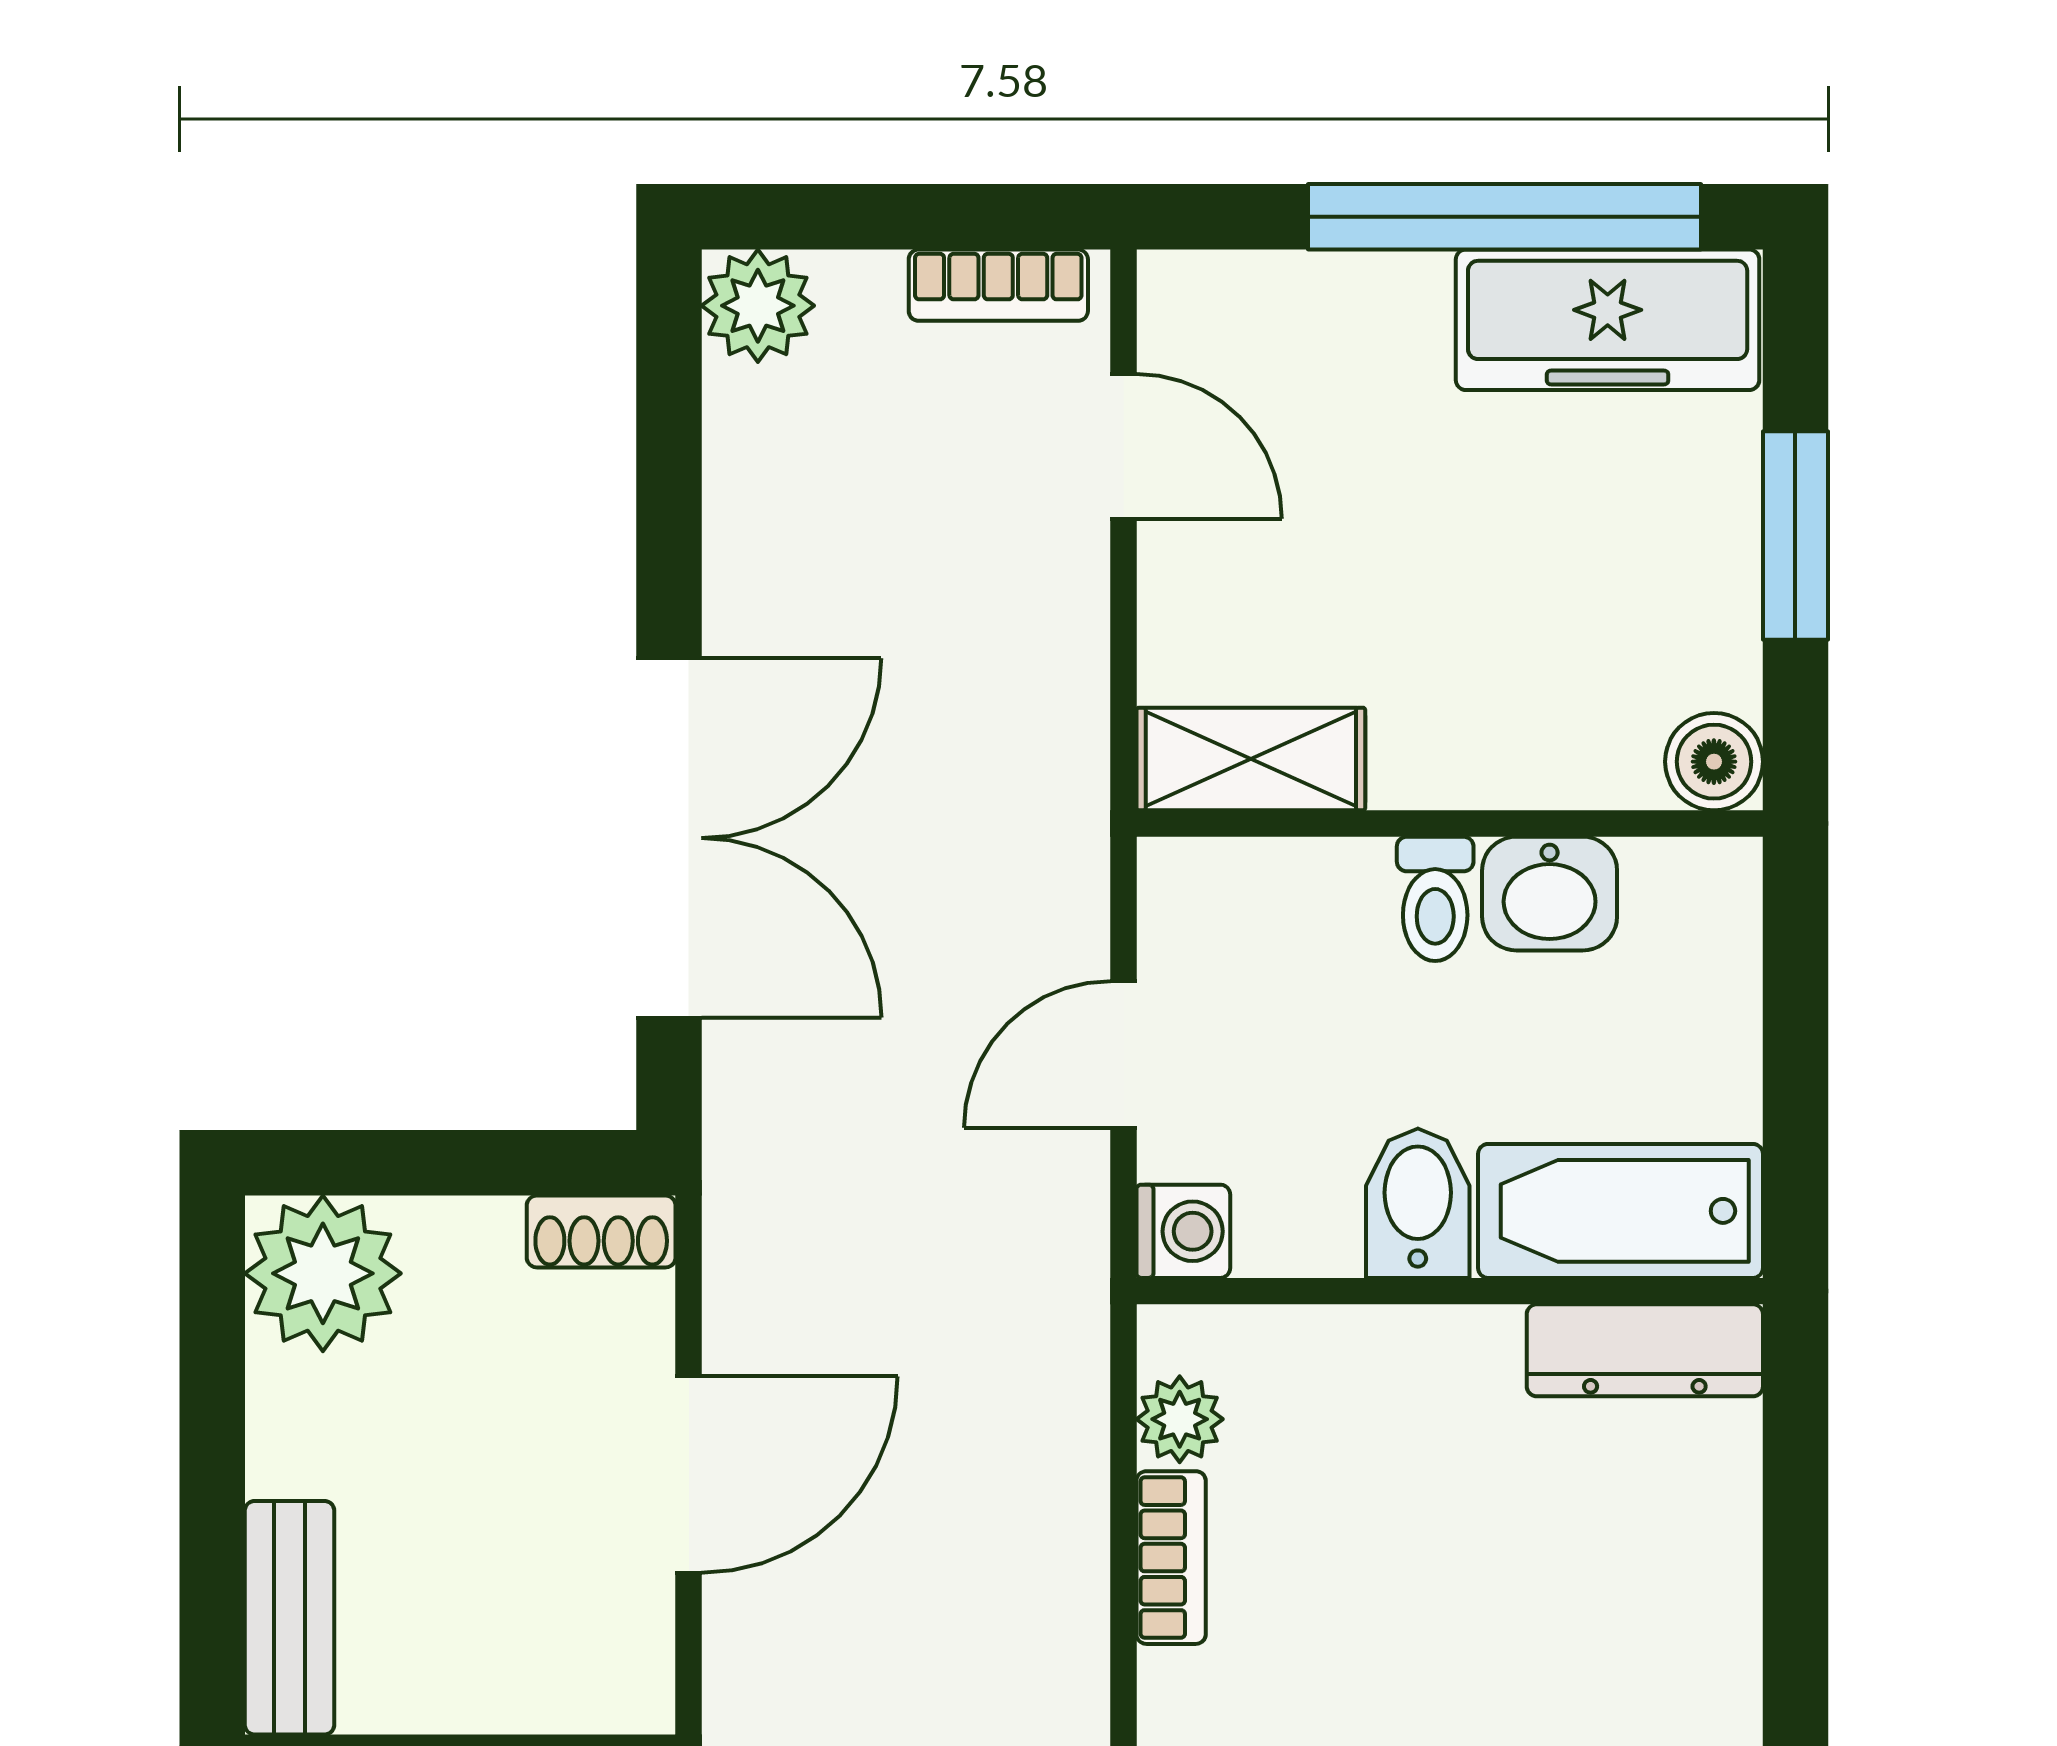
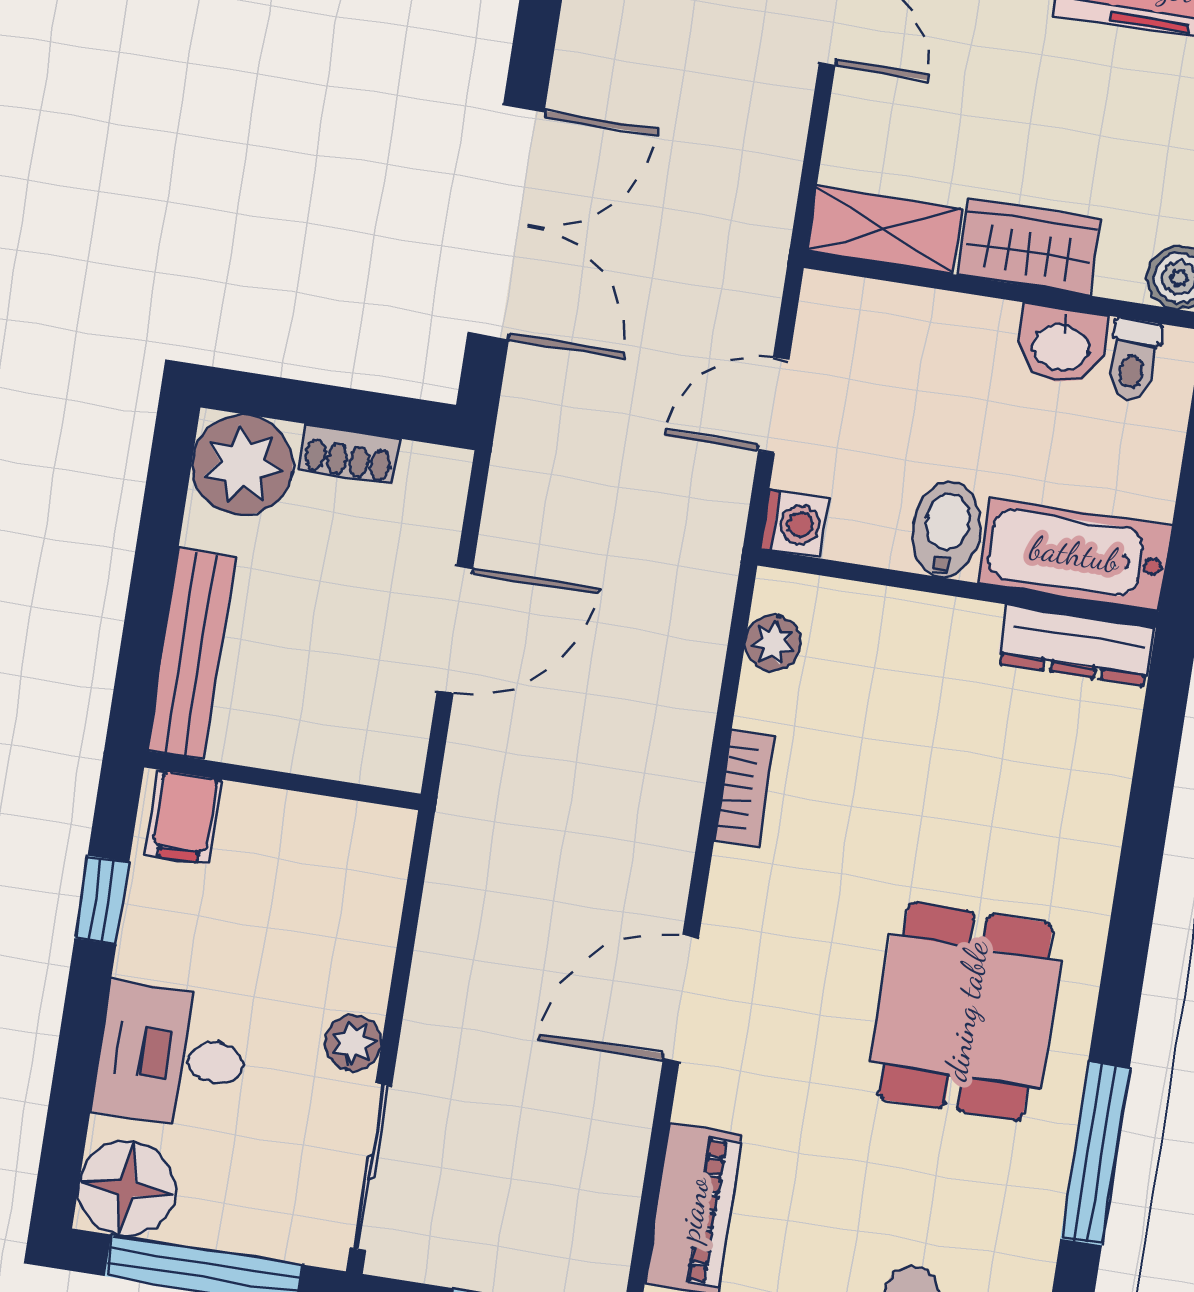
wardrobe: (1477, 751) -> (1029, 247), added
toilet: (1435, 899) -> (1133, 360), moved
shoe rack: (601, 1231) -> (349, 454), moved
bookcase: (1171, 1558) -> (745, 788), moved
bench: (290, 1618) -> (191, 654), width x1.36

